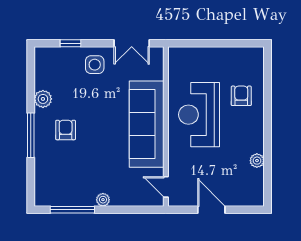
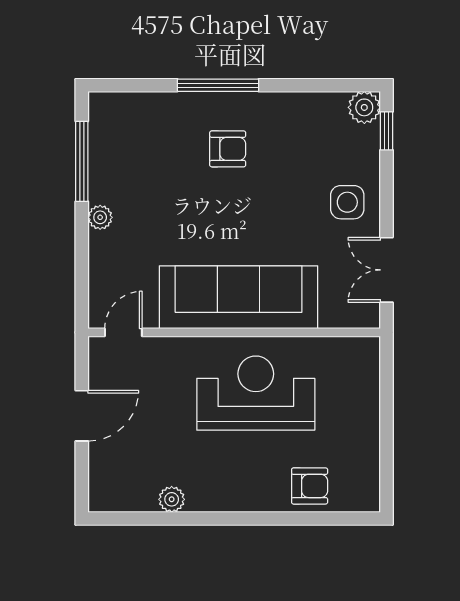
window: (70, 43) -> (387, 131), moved
armchair: (241, 96) -> (310, 486), moved
plant: (43, 99) -> (364, 107), moved

